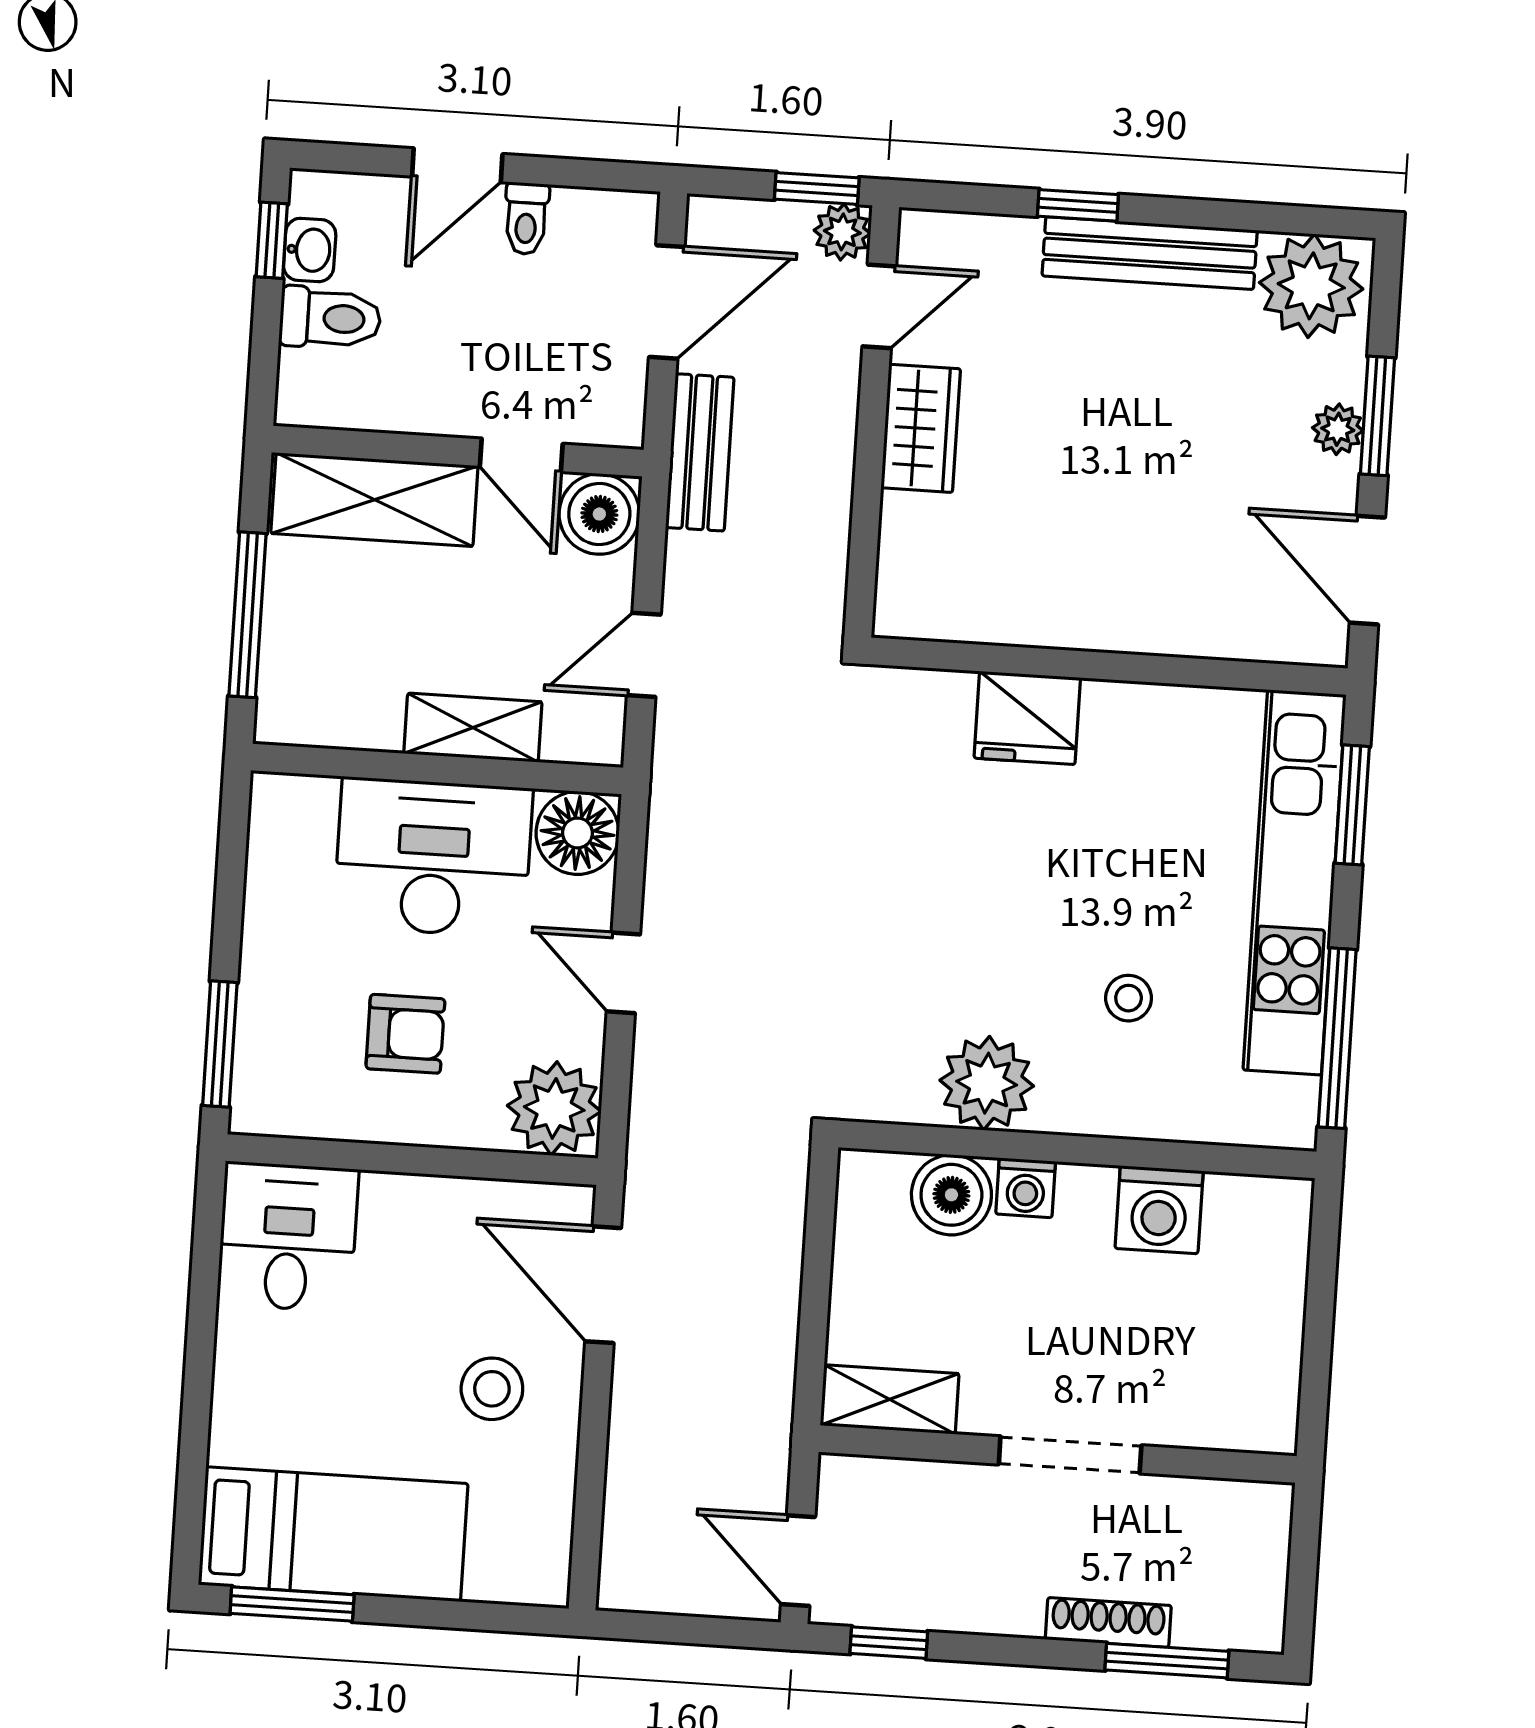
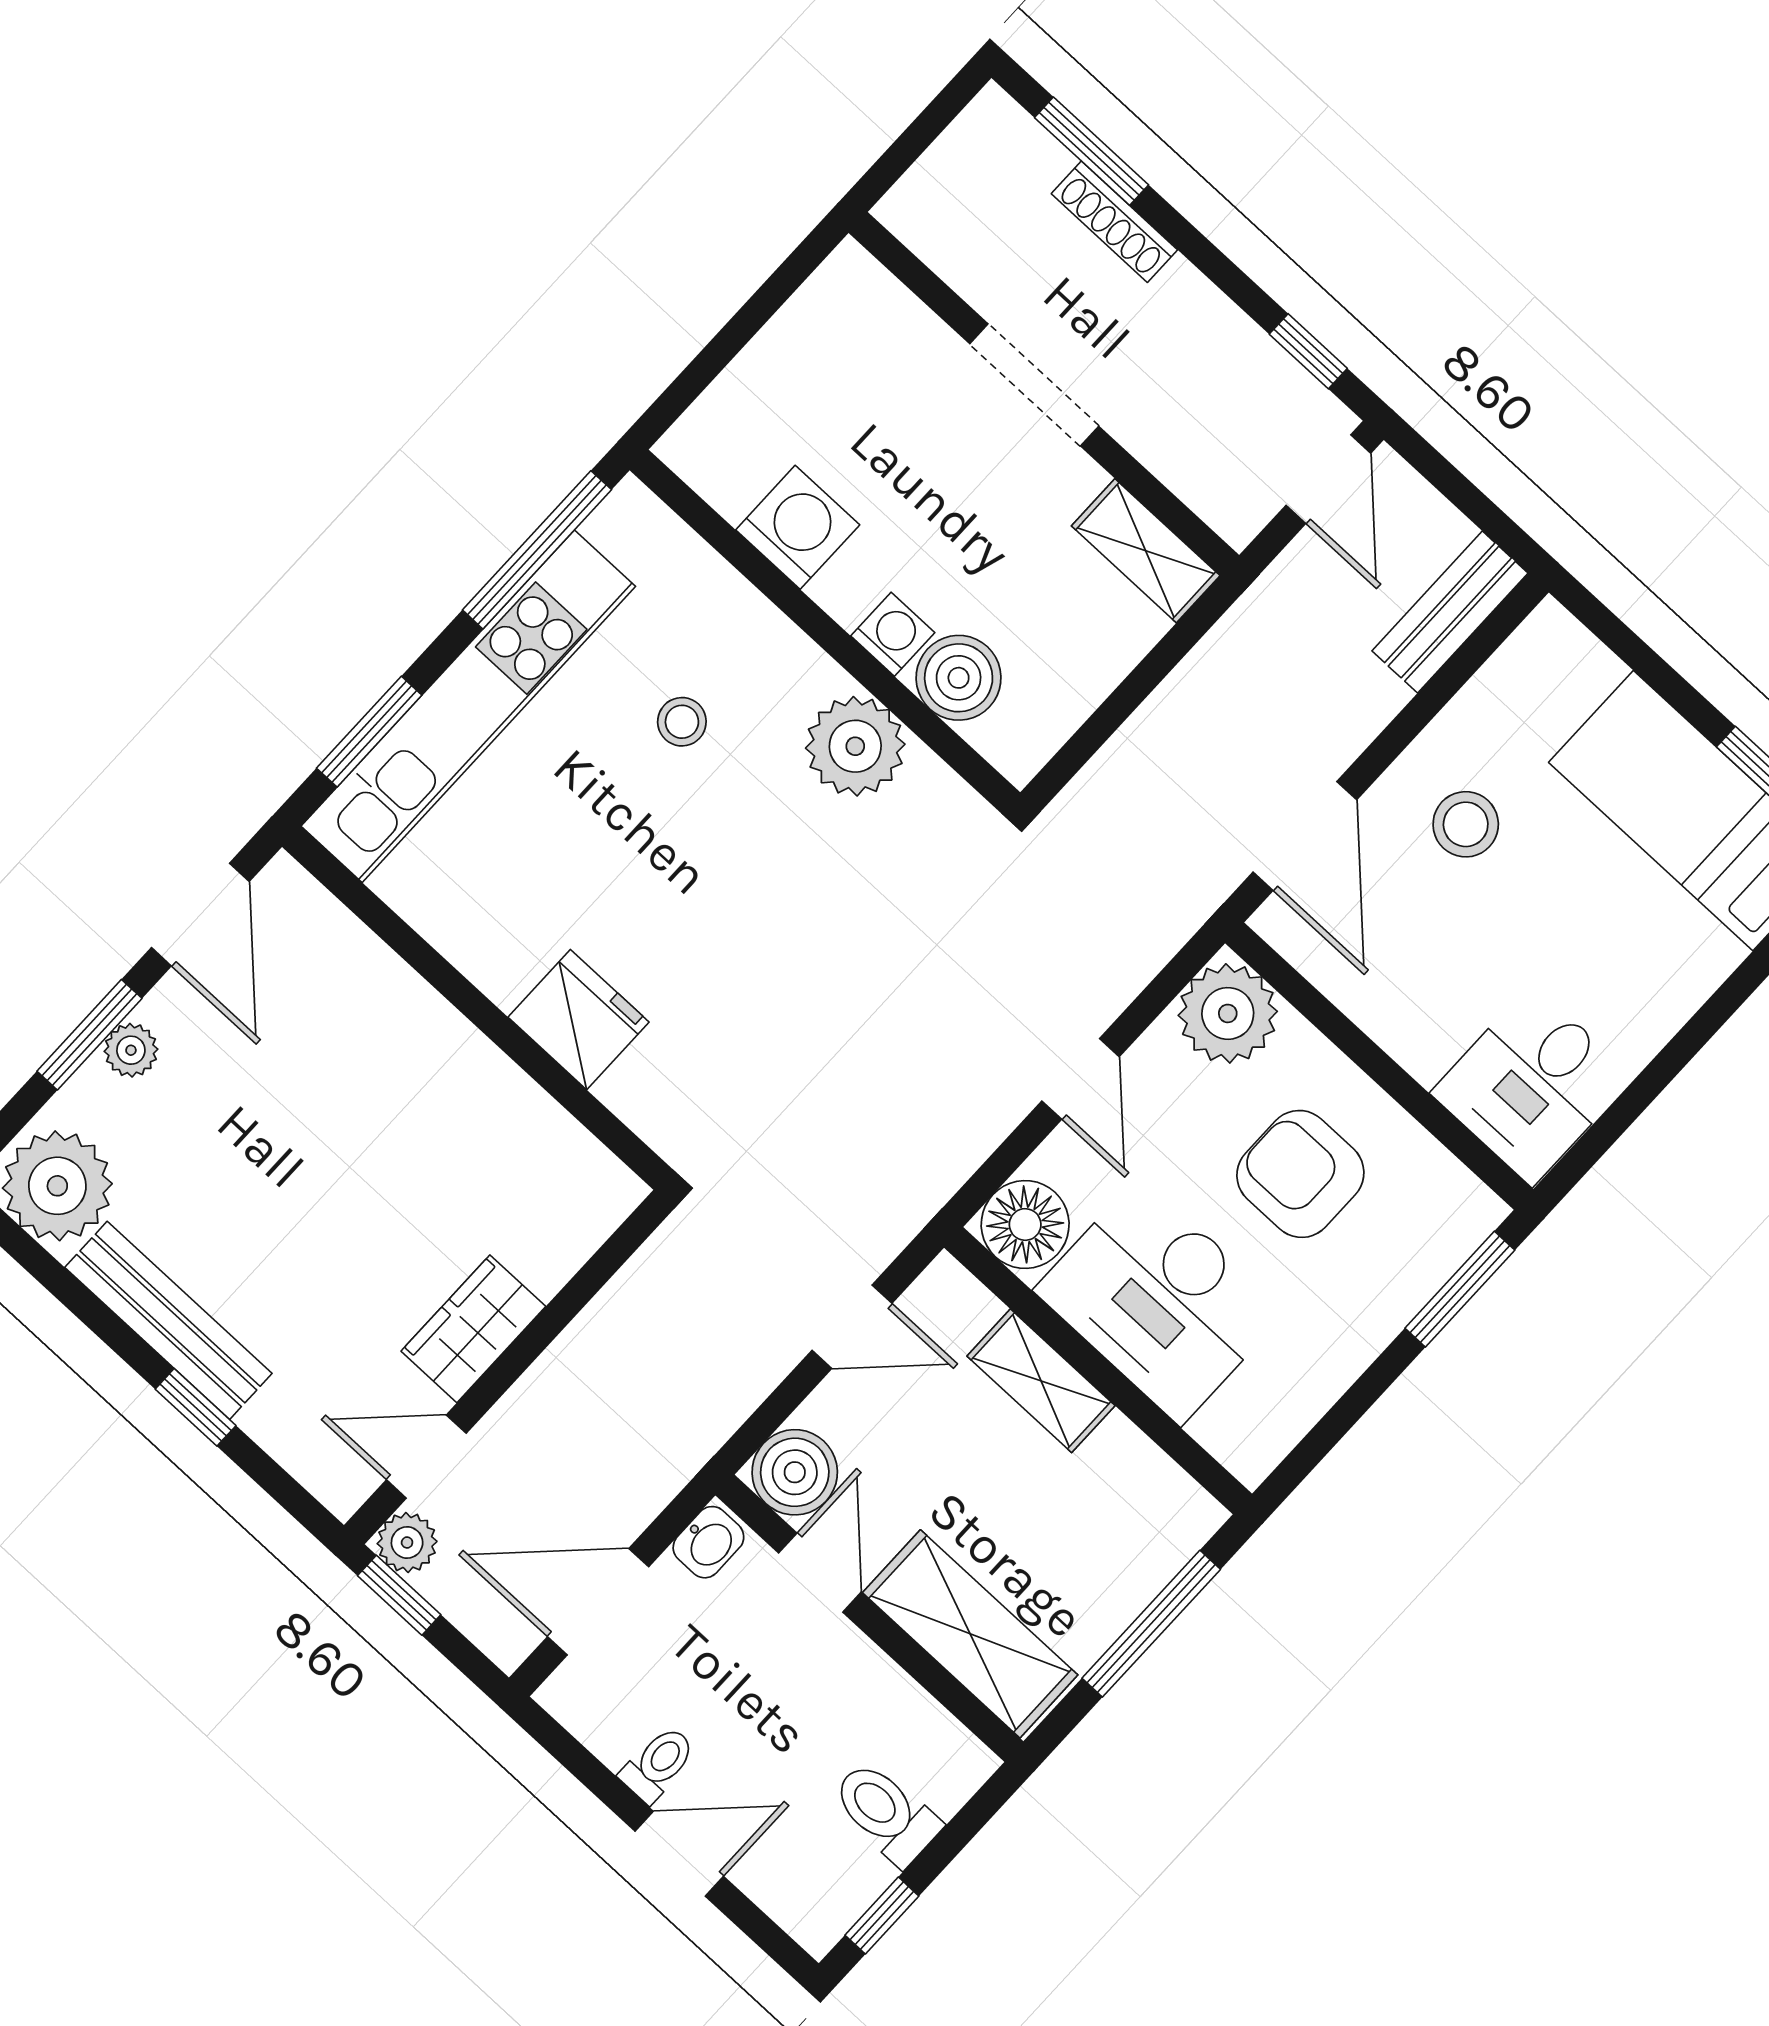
washbasin: (310, 250) -> (708, 1542), moved, turned 180
bench: (700, 452) -> (1450, 612), moved
armchair: (405, 1034) -> (1300, 1174), width x1.38, depth x1.38

